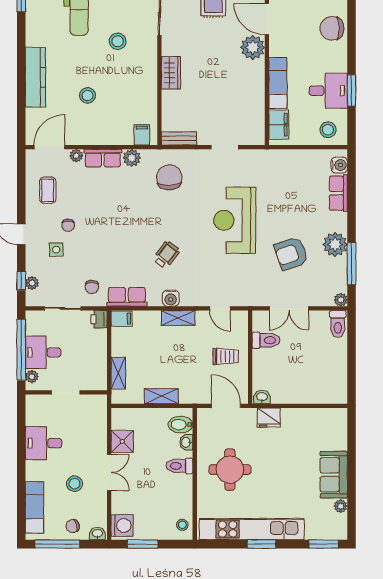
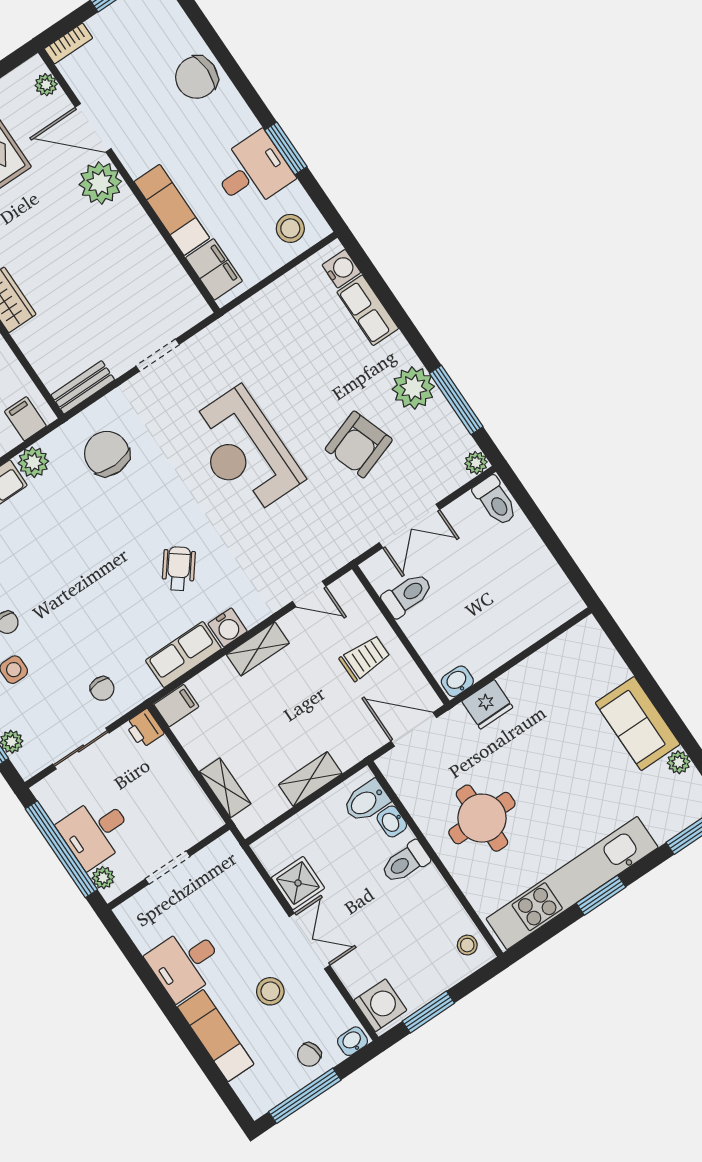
row of seats: (127, 297) -> (183, 655), moved
exam couch: (34, 507) -> (216, 1036), moved

